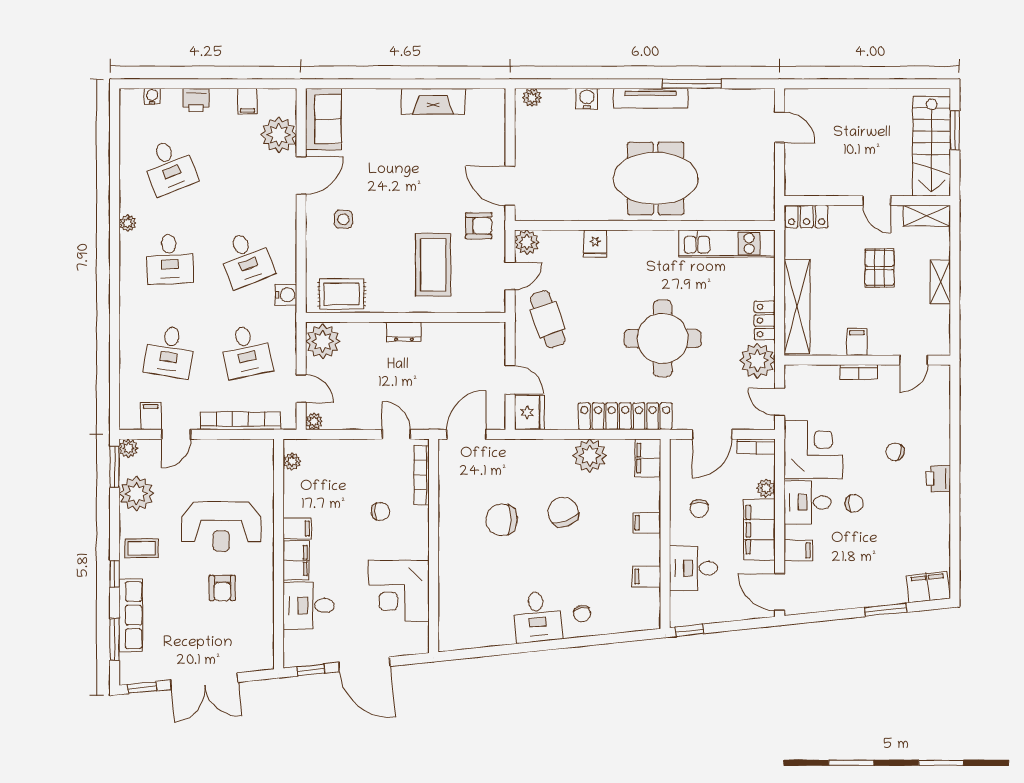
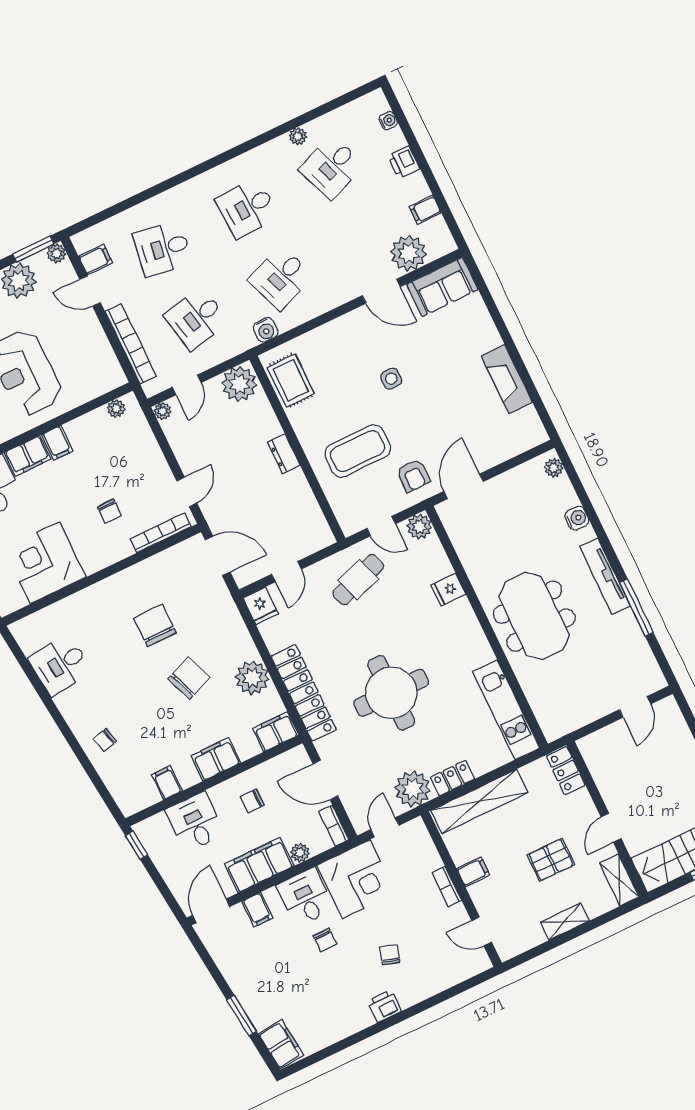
side table: (343, 219) -> (391, 379), moved
plant: (128, 223) -> (298, 136), moved
fridge: (529, 413) -> (261, 606), width x0.72
filing cabinet: (647, 523) -> (216, 759), width x2.00
desk: (537, 617) -> (60, 665), moved

